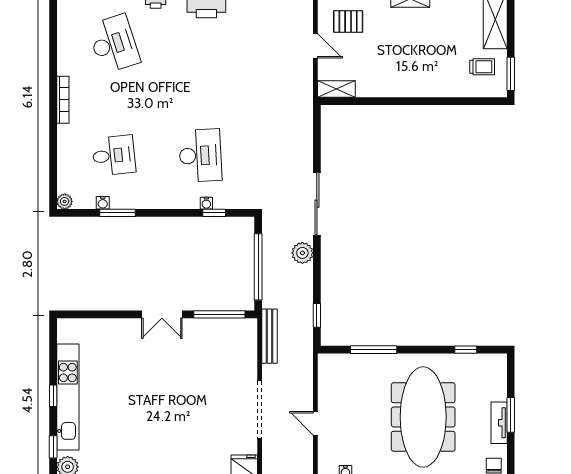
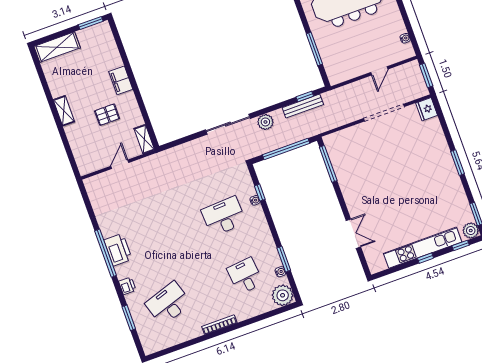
pallet: (348, 21) -> (107, 115), moved, turned 90
trolley: (482, 67) -> (93, 44), removed
filing cabinet: (423, 86) -> (121, 80), added
plant: (65, 201) -> (283, 295), width x1.87, depth x1.87
double door: (162, 314) -> (353, 234), moved
bench: (269, 336) -> (303, 106), moved

